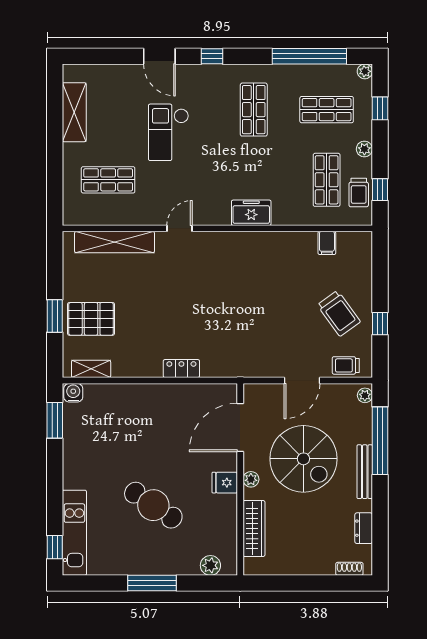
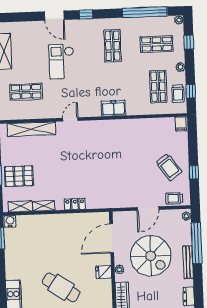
filing cabinet: (327, 243) -> (181, 124), moved
shelving: (130, 370) -> (44, 206), added

